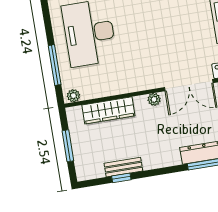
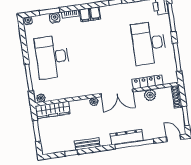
wardrobe: (108, 110) -> (53, 110), moved
bench: (123, 167) -> (87, 144), moved

